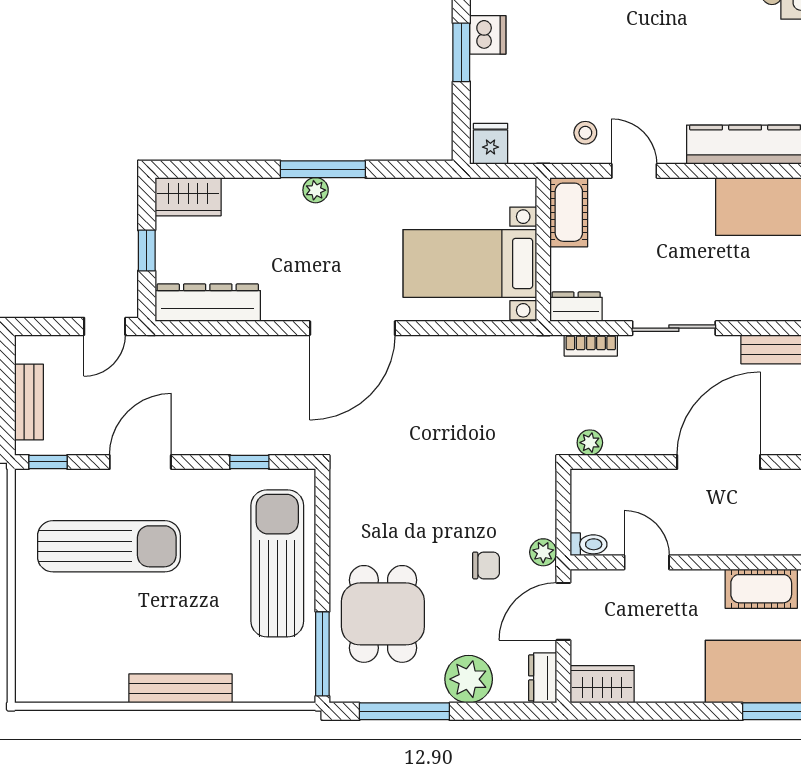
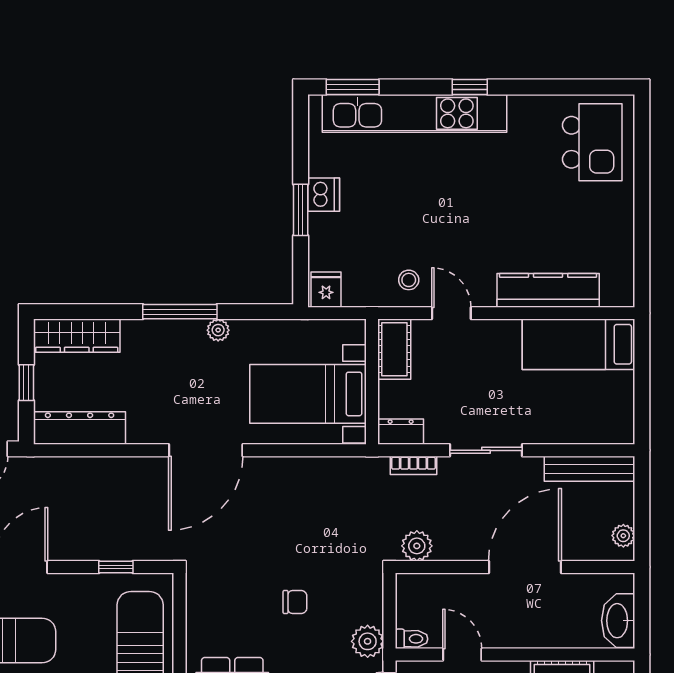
plant: (316, 190) -> (218, 330), moved
wardrobe: (188, 197) -> (77, 336), width x1.50
plant: (590, 443) -> (417, 546), width x1.38, depth x1.38
plant: (543, 552) -> (368, 641), width x1.38, depth x1.38
chair: (486, 565) -> (295, 602), moved

